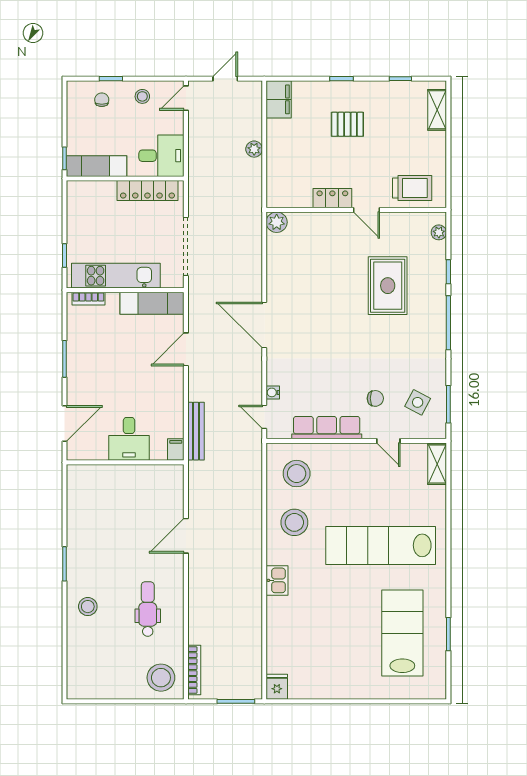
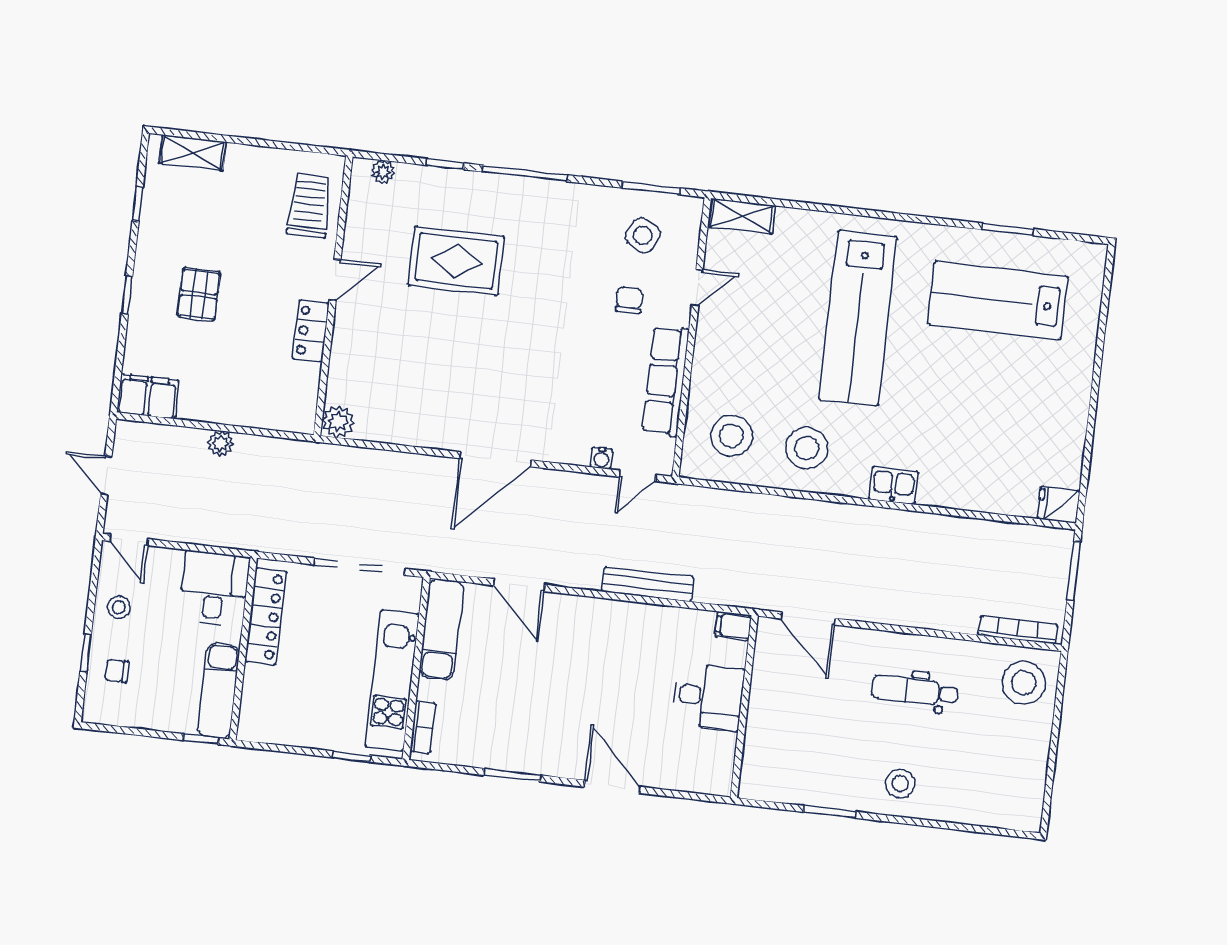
desk: (129, 439) -> (708, 697), moved
filing cabinet: (176, 450) -> (733, 626), moved
wall: (125, 462) -> (744, 707), moved

